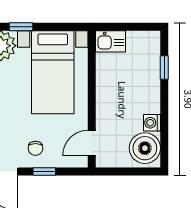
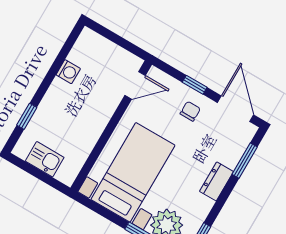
kitchen sink: (111, 41) -> (45, 159), moved
boiler: (145, 148) -> (89, 52), removed

